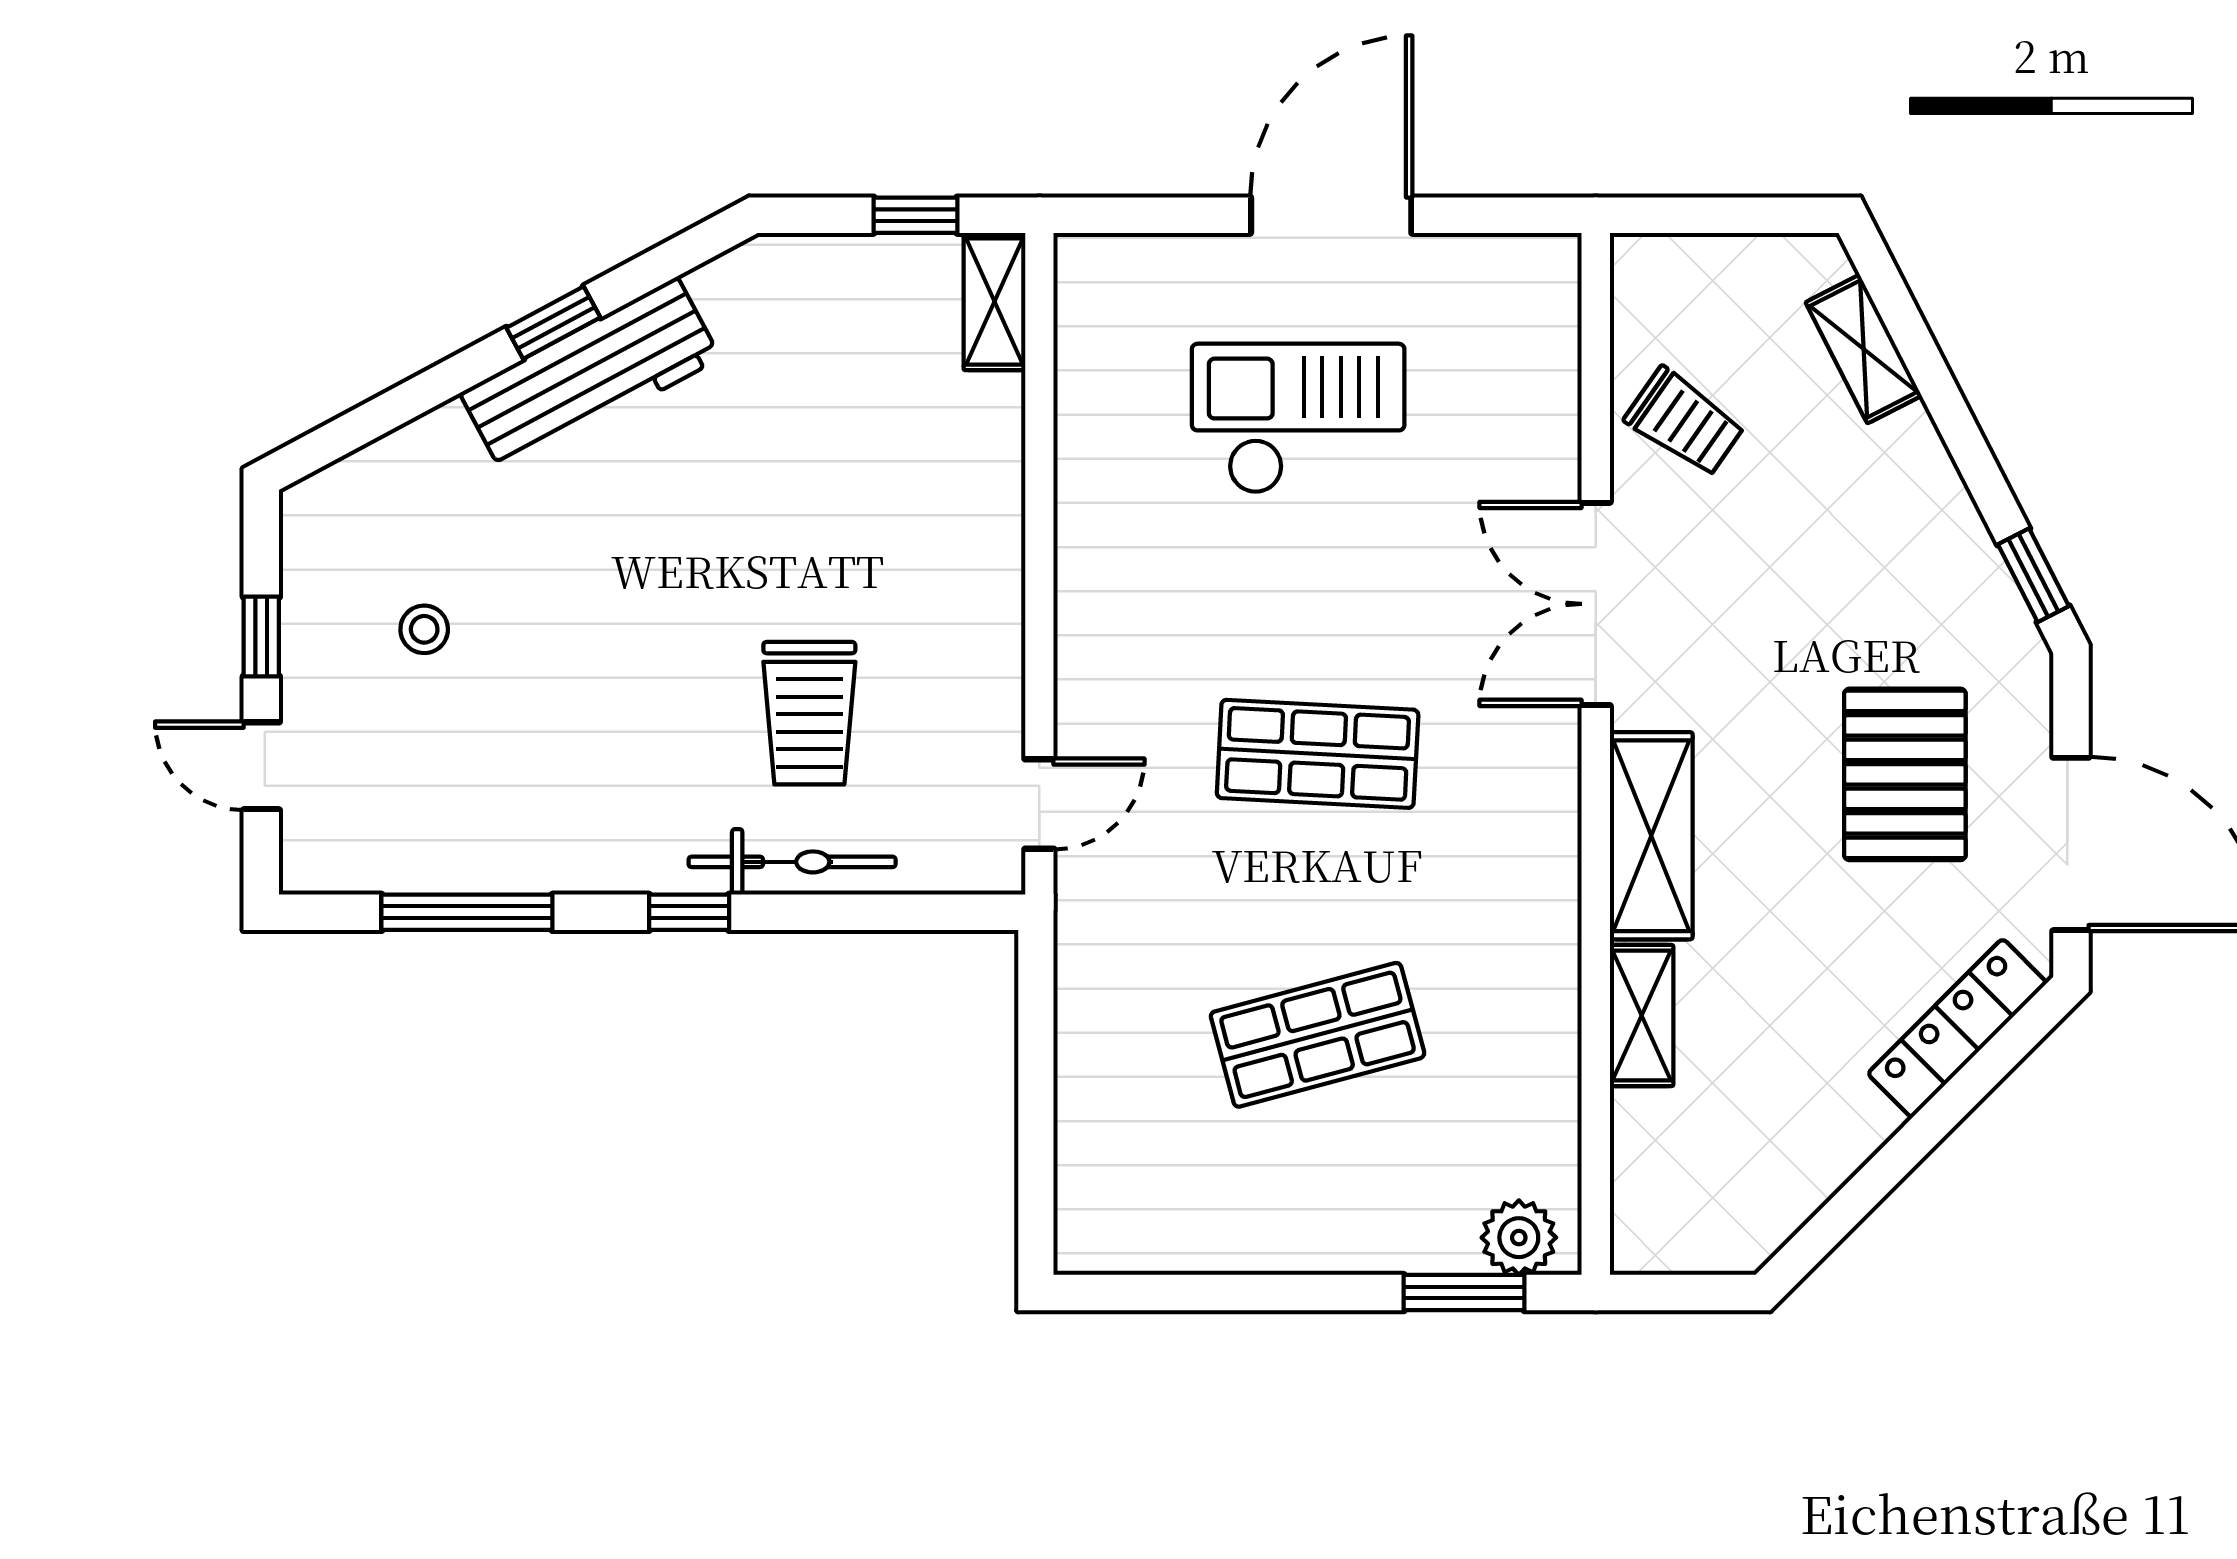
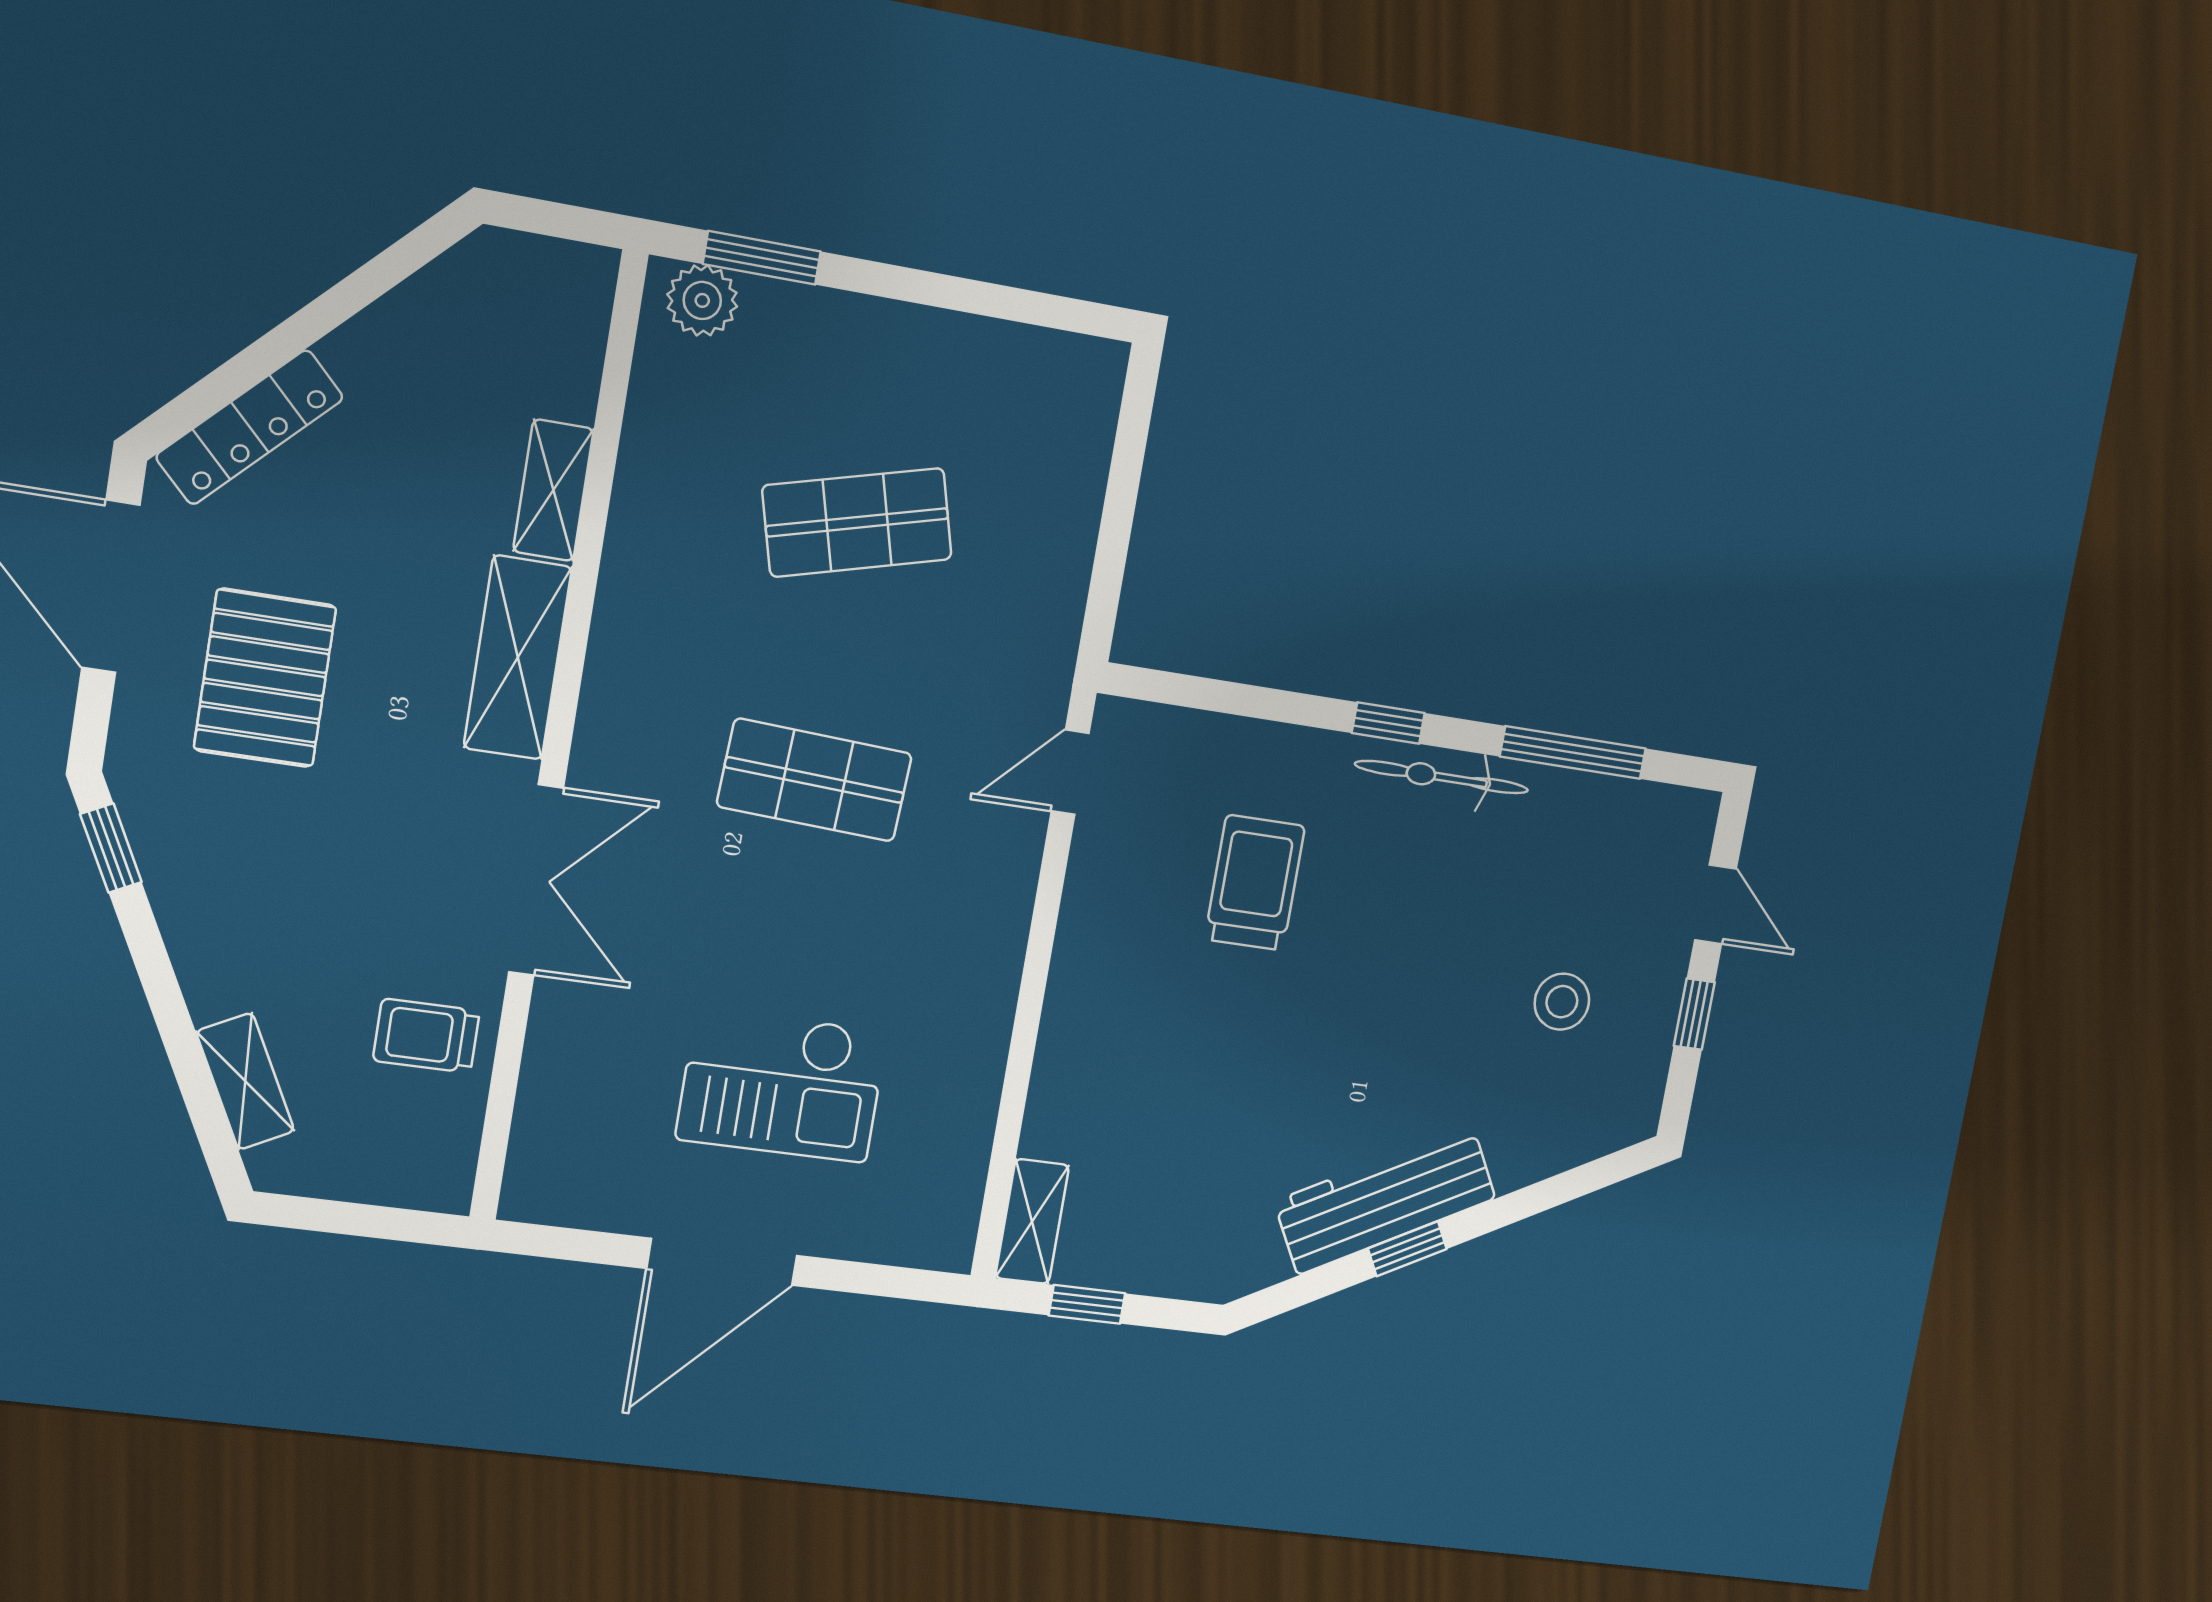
trolley: (1685, 422) -> (426, 1036), turned -35
stool: (424, 629) -> (1562, 1002), width x1.37, depth x1.37
bicycle: (792, 862) -> (1442, 777), moved

